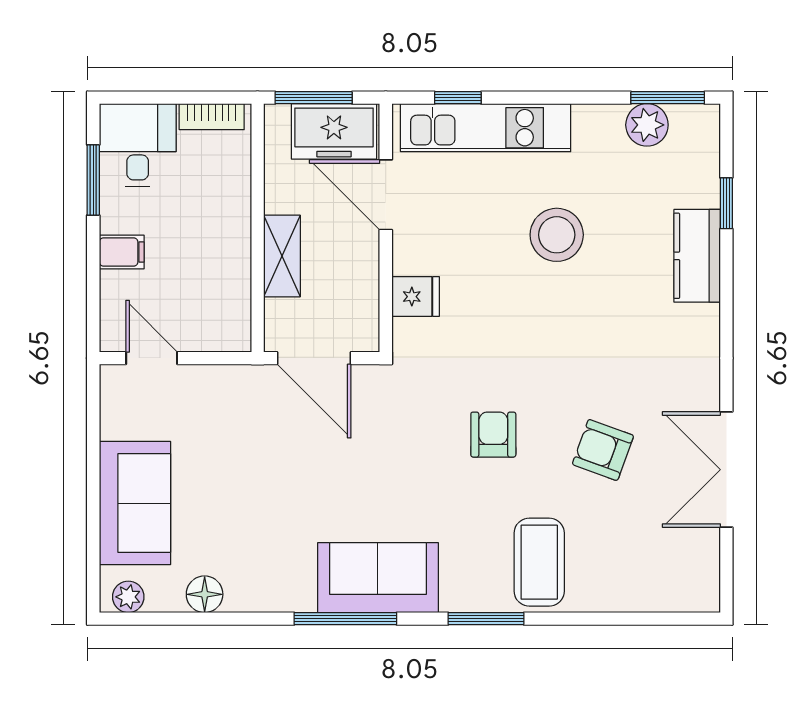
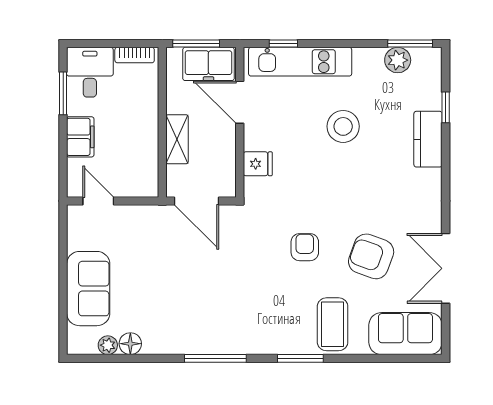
filing cabinet: (122, 252) -> (80, 137), width x2.00
armchair: (603, 450) -> (371, 256), width x1.38, depth x1.38
sofa: (378, 578) -> (405, 334), moved
plant: (128, 597) -> (108, 345), moved

